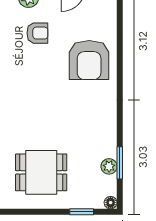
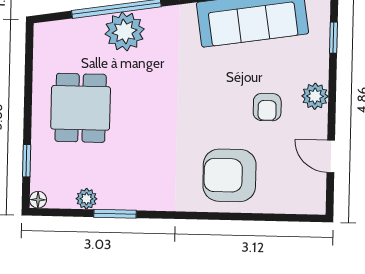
window: (120, 163) -> (115, 214), moved

